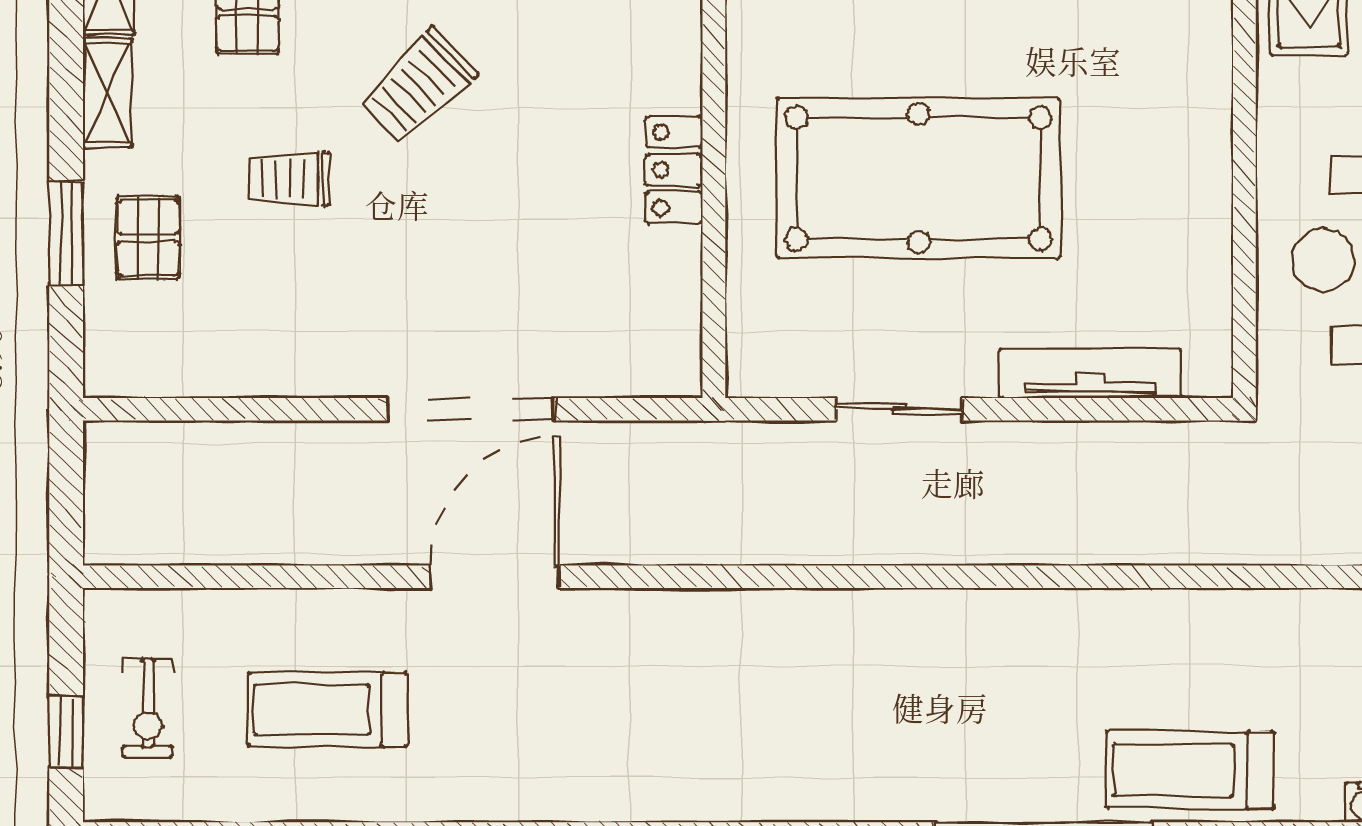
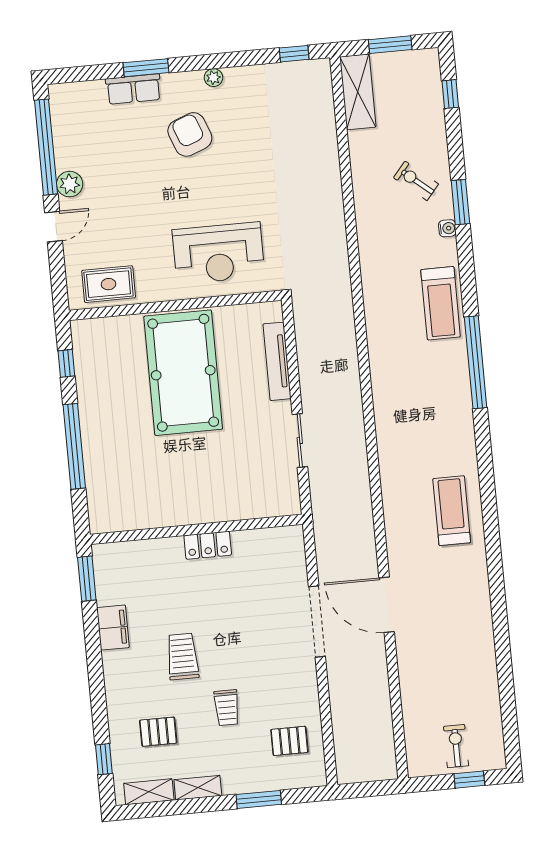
trolley: (418, 86) -> (183, 657), turned -136
pool table: (919, 178) -> (183, 373), moved
pallet: (148, 238) -> (289, 741), moved
exercise bike: (148, 708) -> (456, 746), turned -90
treadmill: (327, 710) -> (452, 511), moved, turned 180

